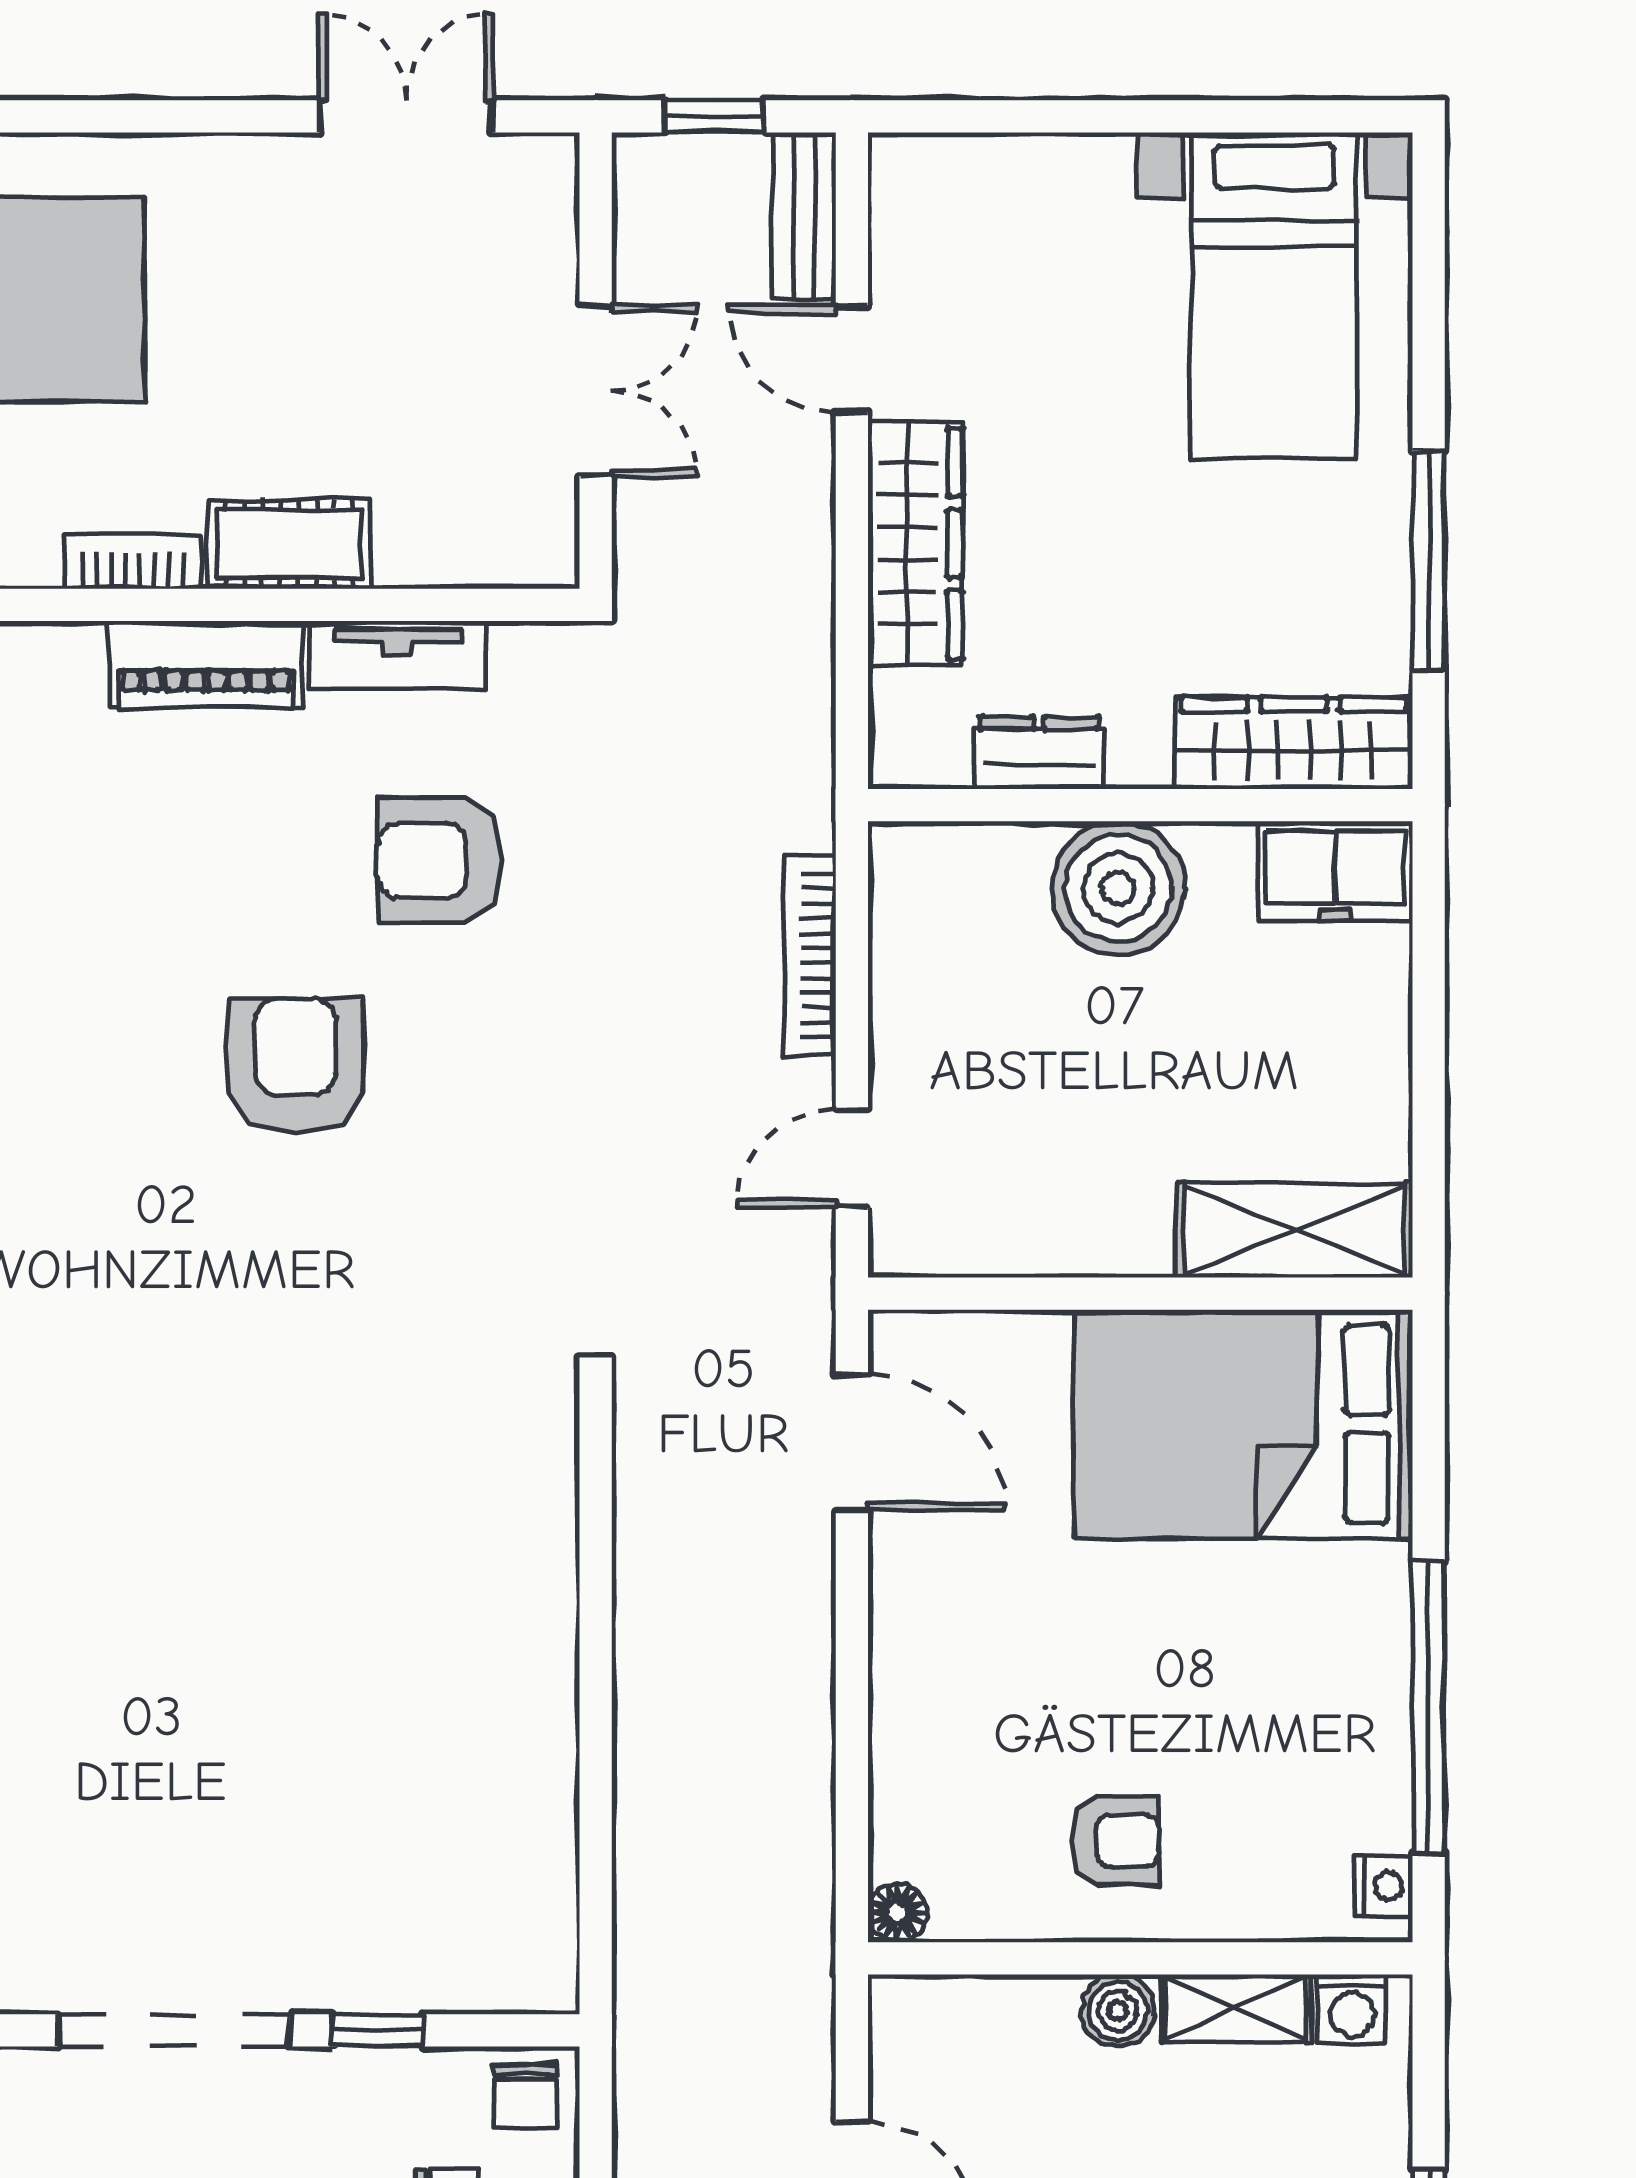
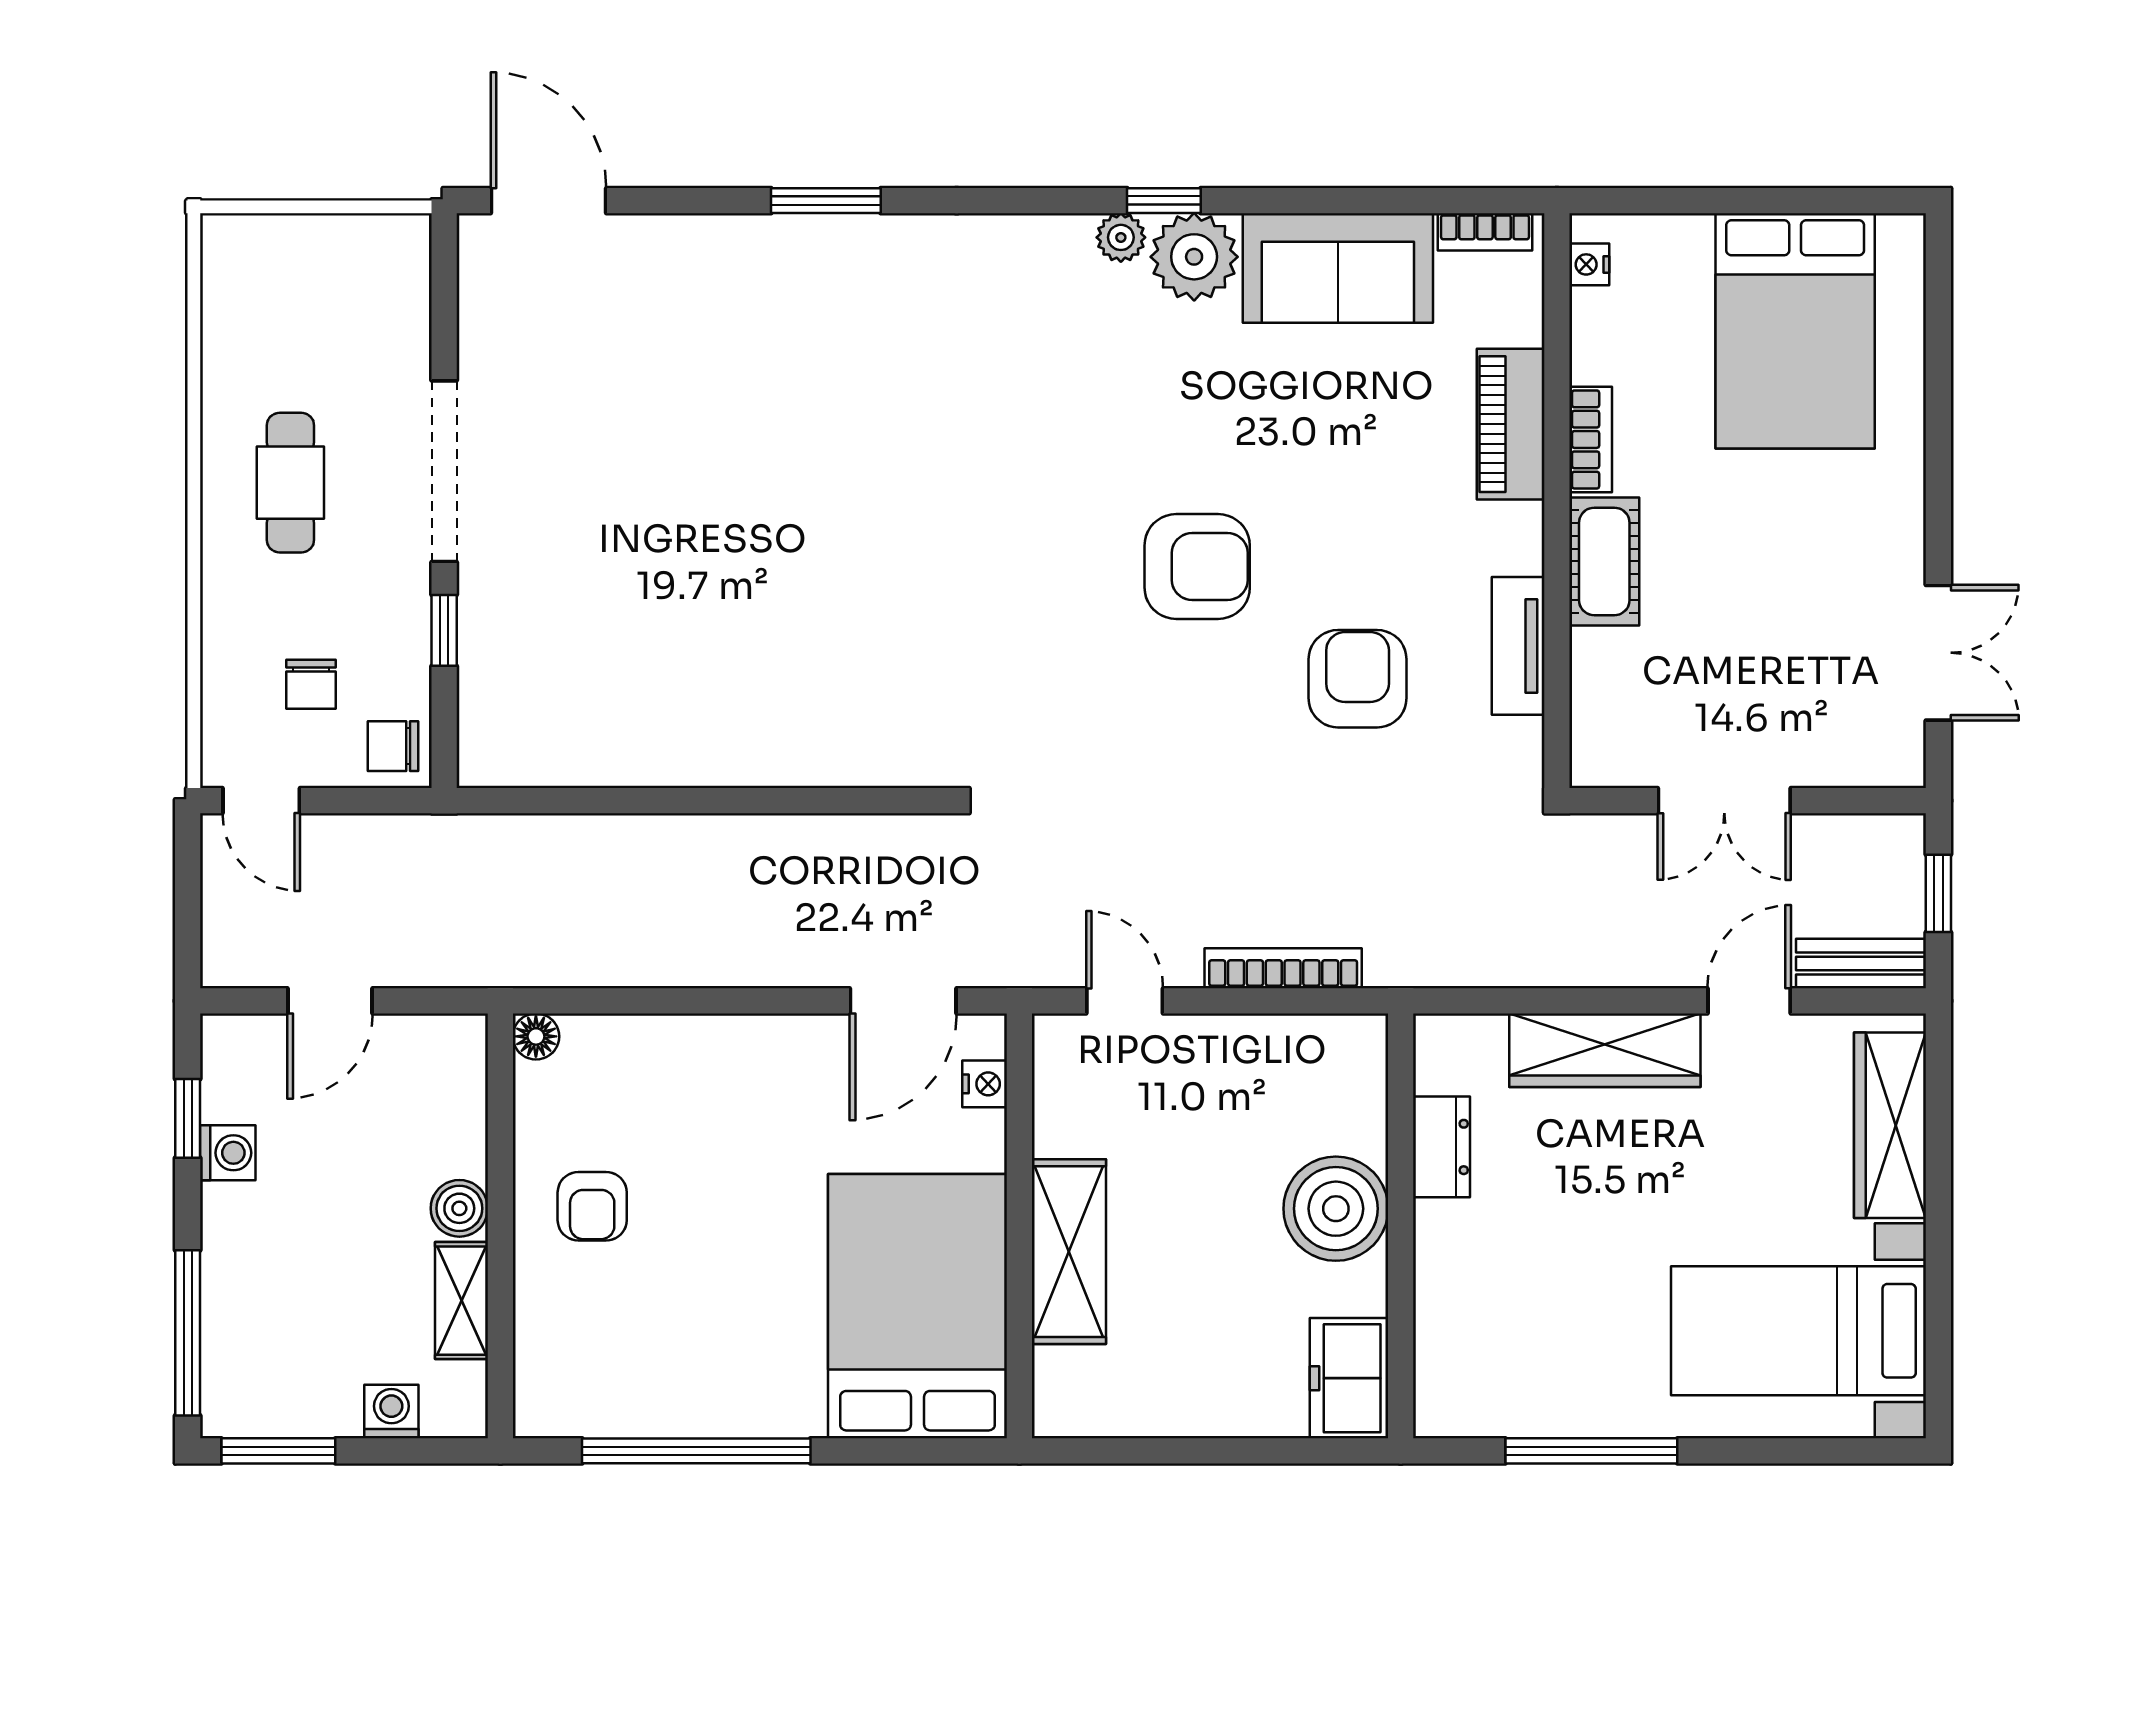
piano: (206, 664) -> (1511, 424), moved
wardrobe: (1294, 743) -> (1890, 1125), moved, turned 180
shelving: (1294, 1230) -> (1069, 1252), moved
nightstand: (1384, 1886) -> (985, 1084), moved, turned -90
washing machine: (1352, 2009) -> (391, 1412), moved, turned 90

